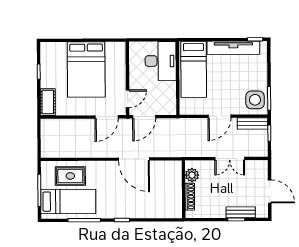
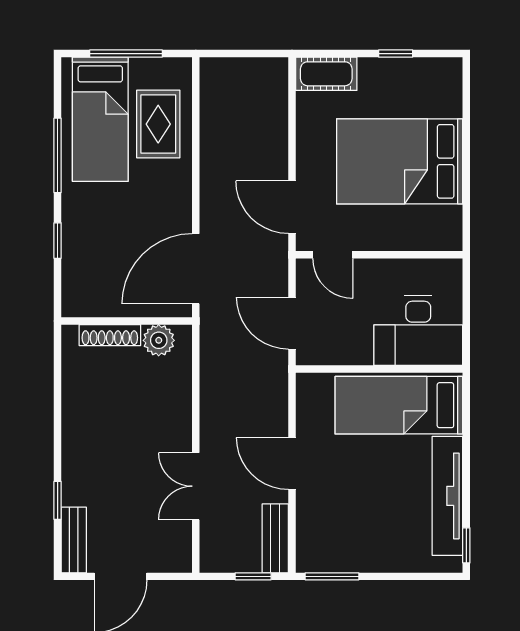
side table: (255, 100) -> (329, 544), removed
door: (144, 117) -> (292, 323), moved
plant: (192, 175) -> (159, 340), moved
wall: (184, 189) -> (127, 321), moved
shoe rack: (190, 197) -> (110, 335), moved
bench: (241, 212) -> (74, 540), moved

